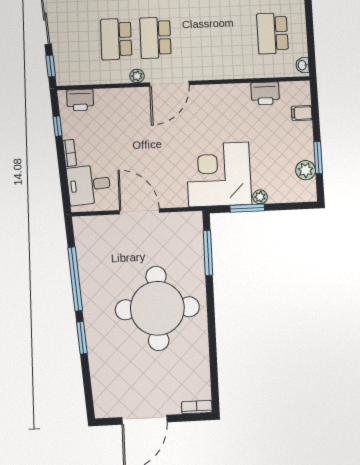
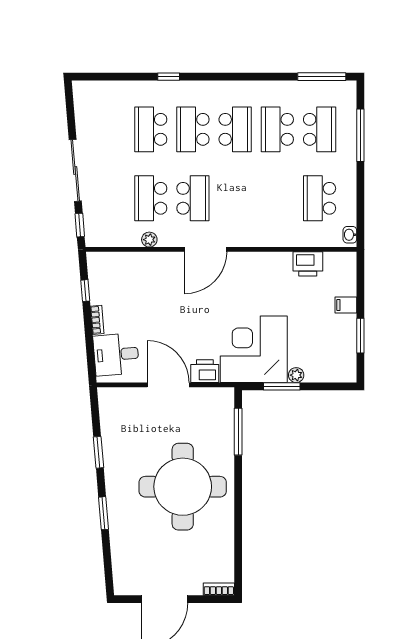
school desk: (155, 38) -> (193, 198), turned 180
plant: (137, 76) -> (149, 240), moved
printer: (80, 100) -> (205, 371), moved, turned 180
filing cabinet: (302, 113) -> (346, 305), moved
plant: (306, 170) -> (346, 349), removed
window: (75, 279) -> (99, 452), width x0.47

